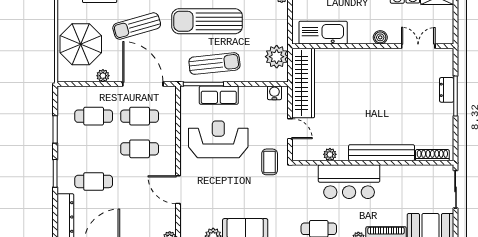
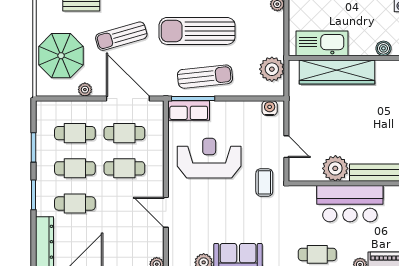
wardrobe: (303, 83) -> (337, 72), moved, turned 90
row of seats: (219, 95) -> (189, 111), moved
cafe table: (94, 149) -> (75, 168), added
plant: (330, 154) -> (335, 168), width x1.88, depth x1.88

